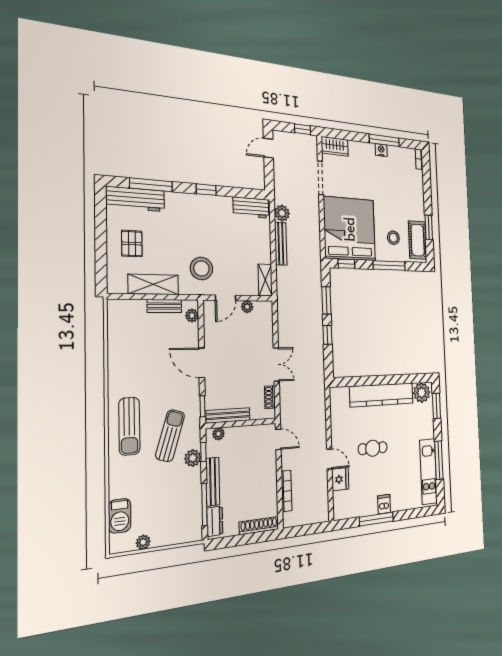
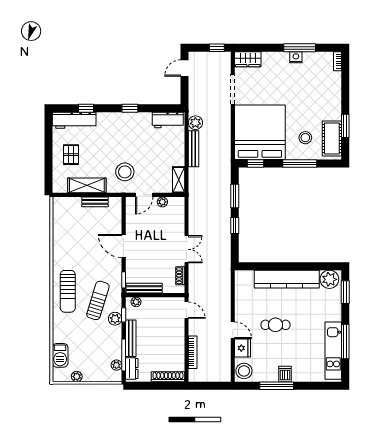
window: (151, 185) -> (86, 108), width x0.46
plant: (192, 316) -> (116, 365), moved
stool: (343, 506) -> (244, 371), added

